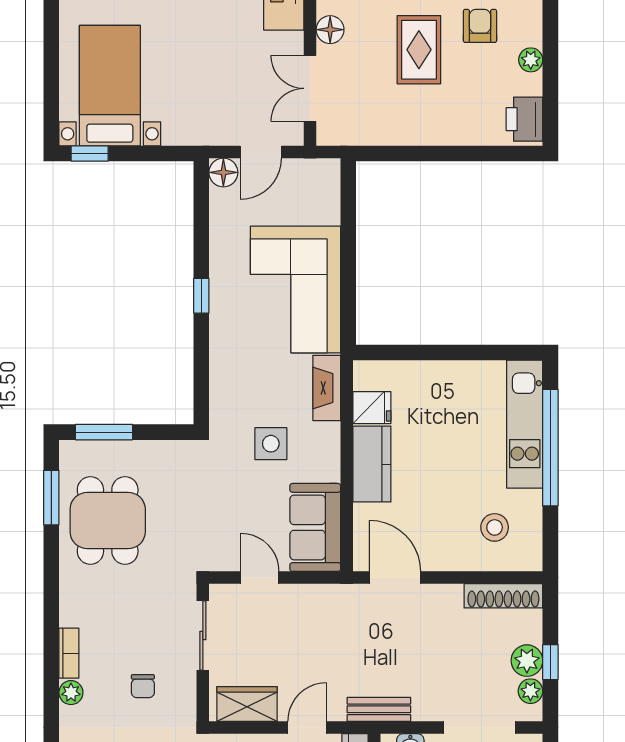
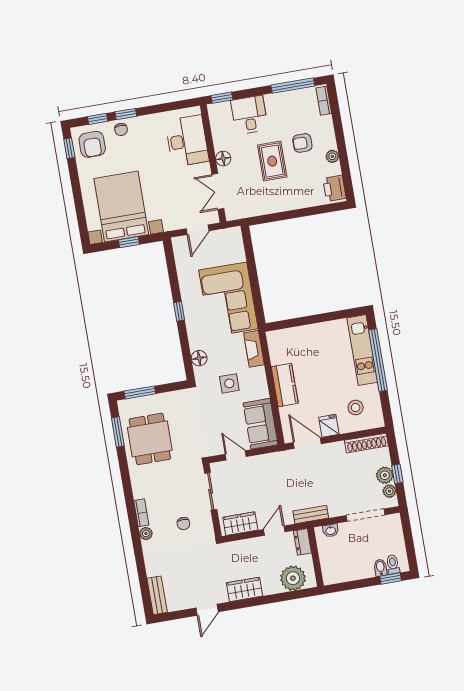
armchair: (480, 26) -> (302, 143), turned -90
bed with nightstands: (110, 86) -> (121, 207), width x1.36
window: (90, 153) -> (129, 242), moved
floor lamp: (223, 172) -> (199, 358), moved
fridge: (372, 408) -> (329, 426), moved, turned -90

